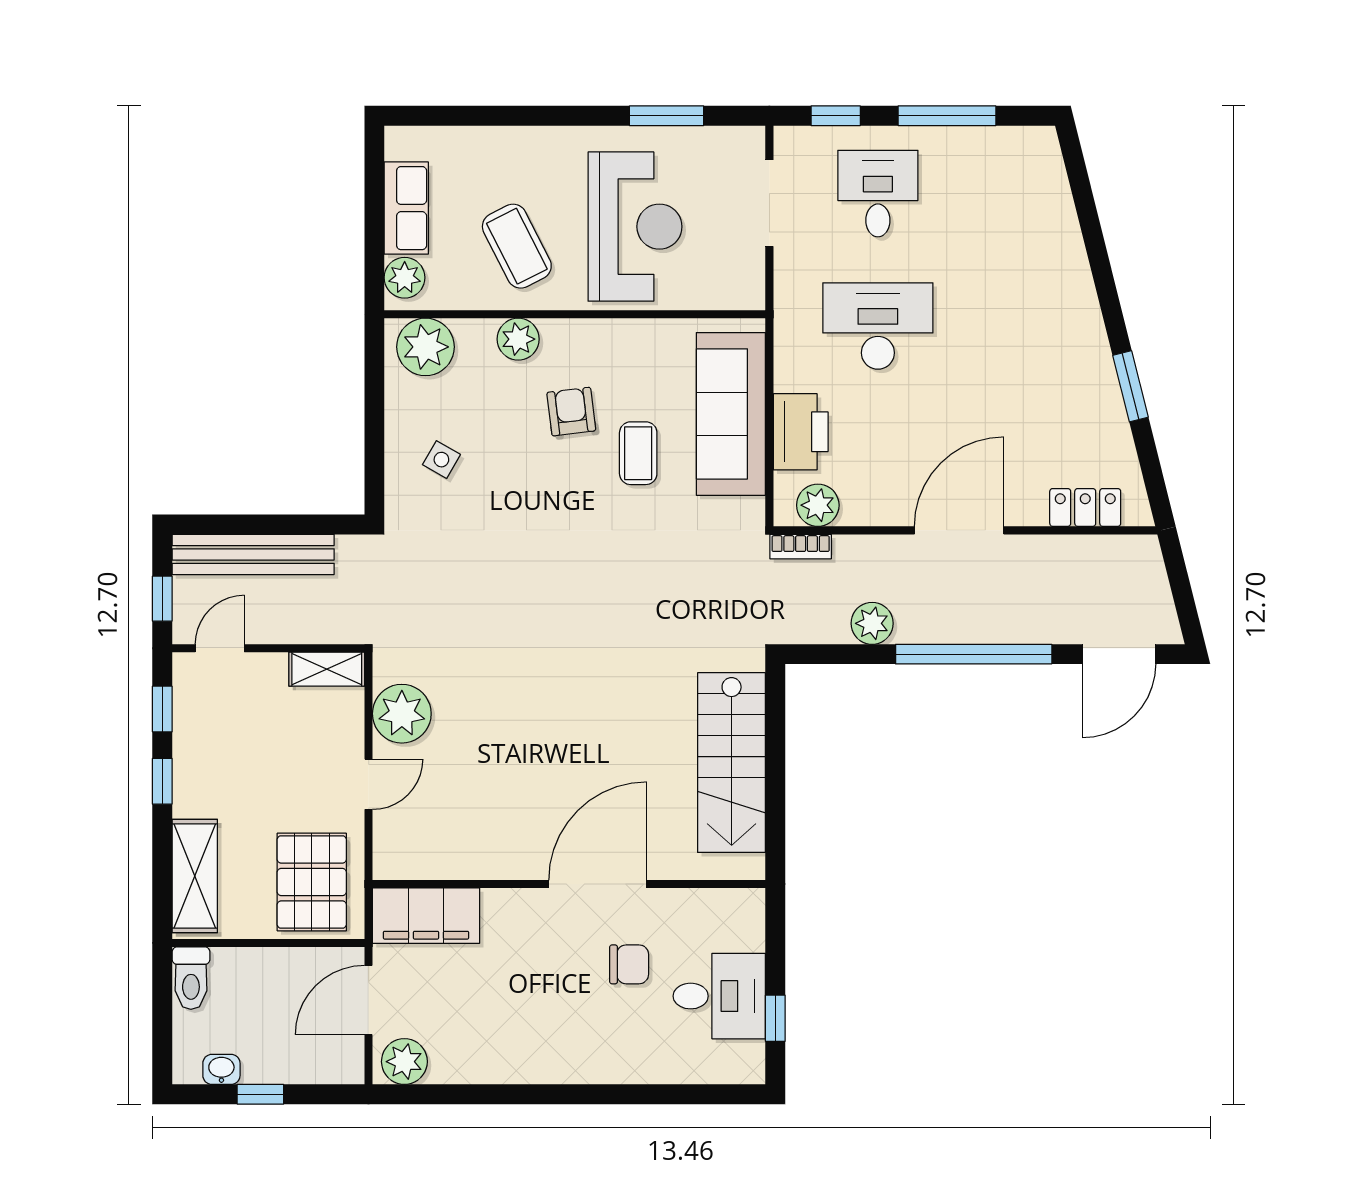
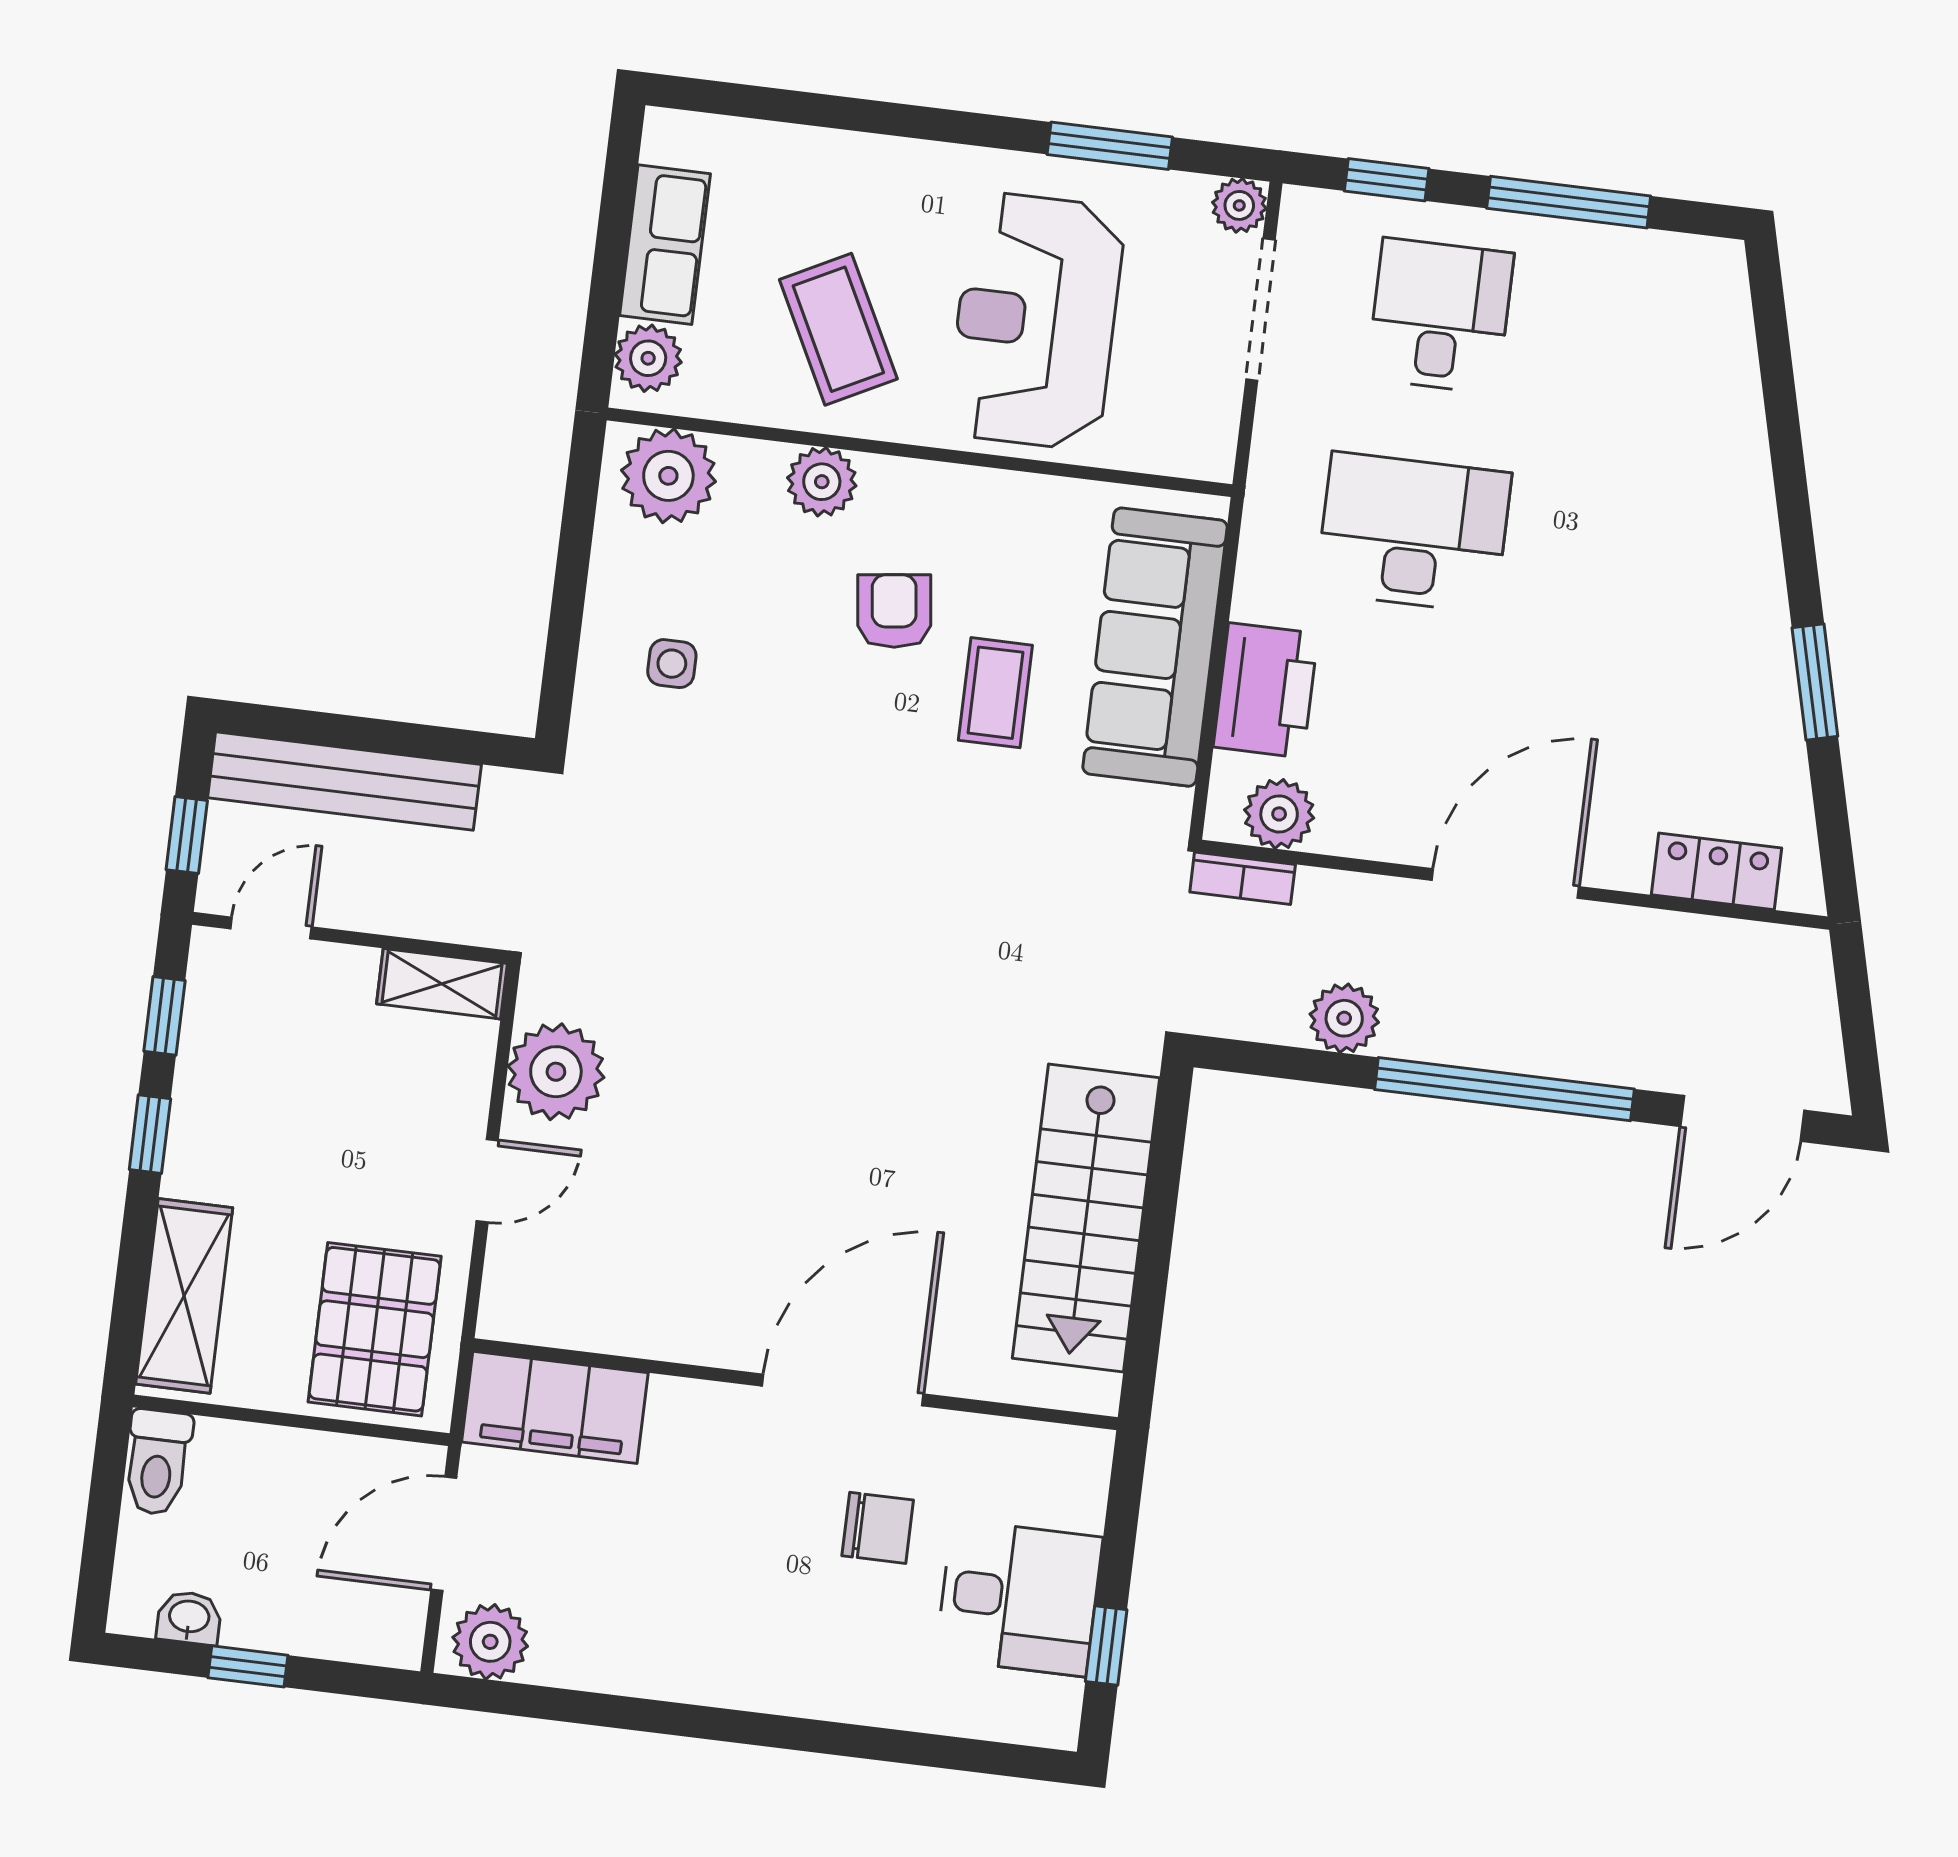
plant: (749, 142) -> (1239, 205), added
reception desk: (635, 227) -> (1036, 321), turned 180
side table: (441, 460) -> (672, 664), turned -30

